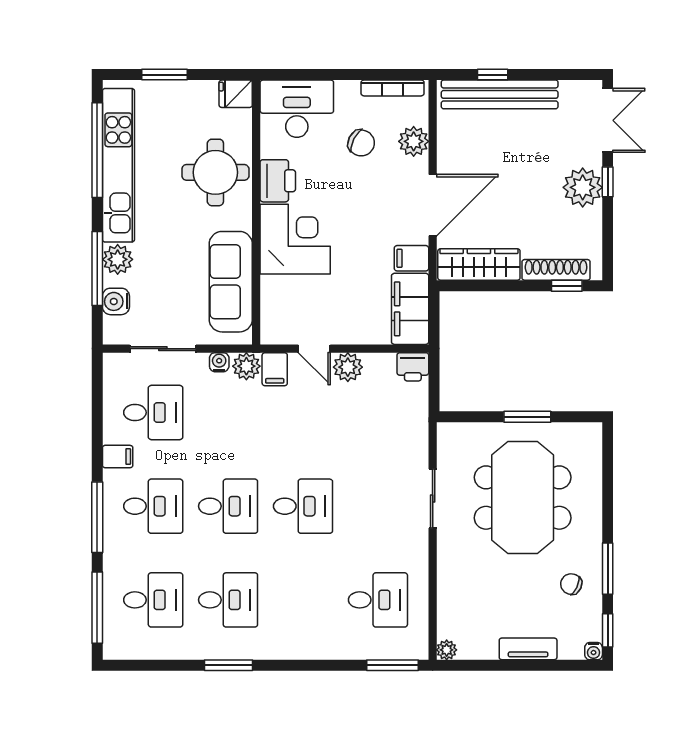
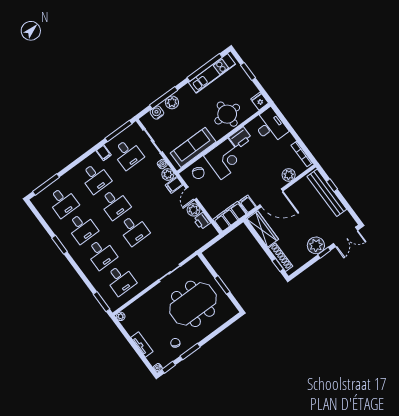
chair: (361, 143) -> (198, 173), moved
kitchen unit: (118, 165) -> (212, 73), width x0.73
printer: (413, 367) -> (202, 221), moved
window: (97, 517) -> (118, 131), moved
desk: (303, 600) -> (101, 254), added

